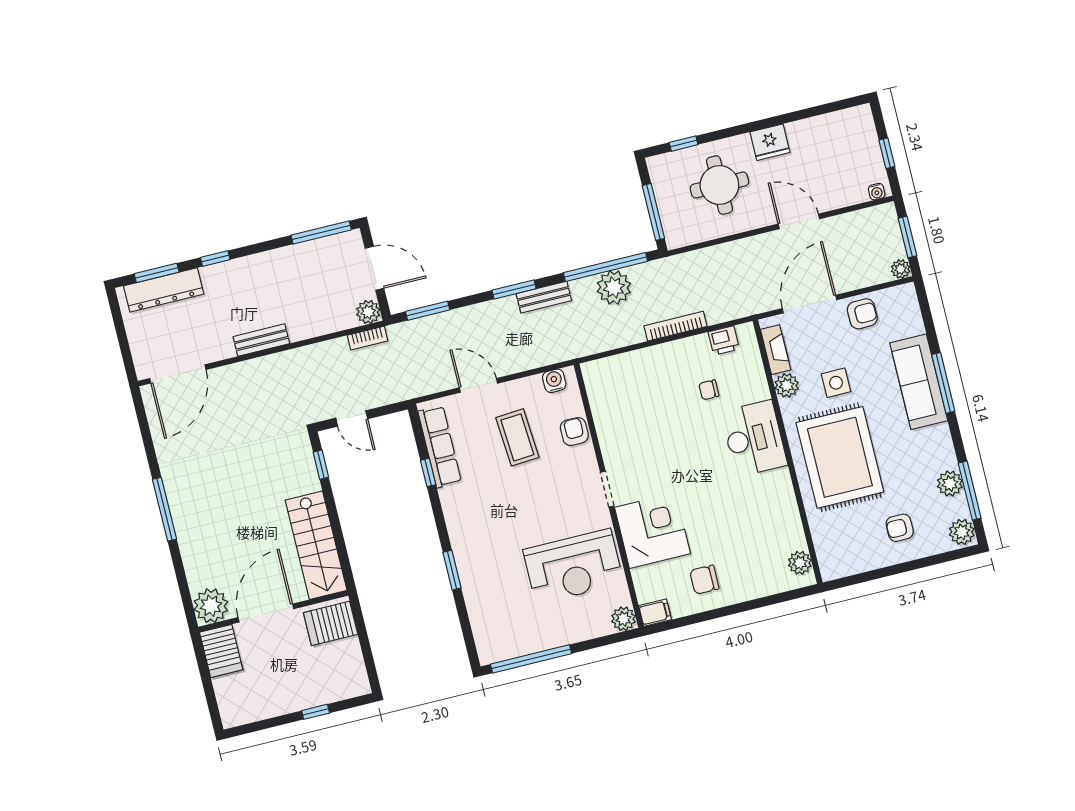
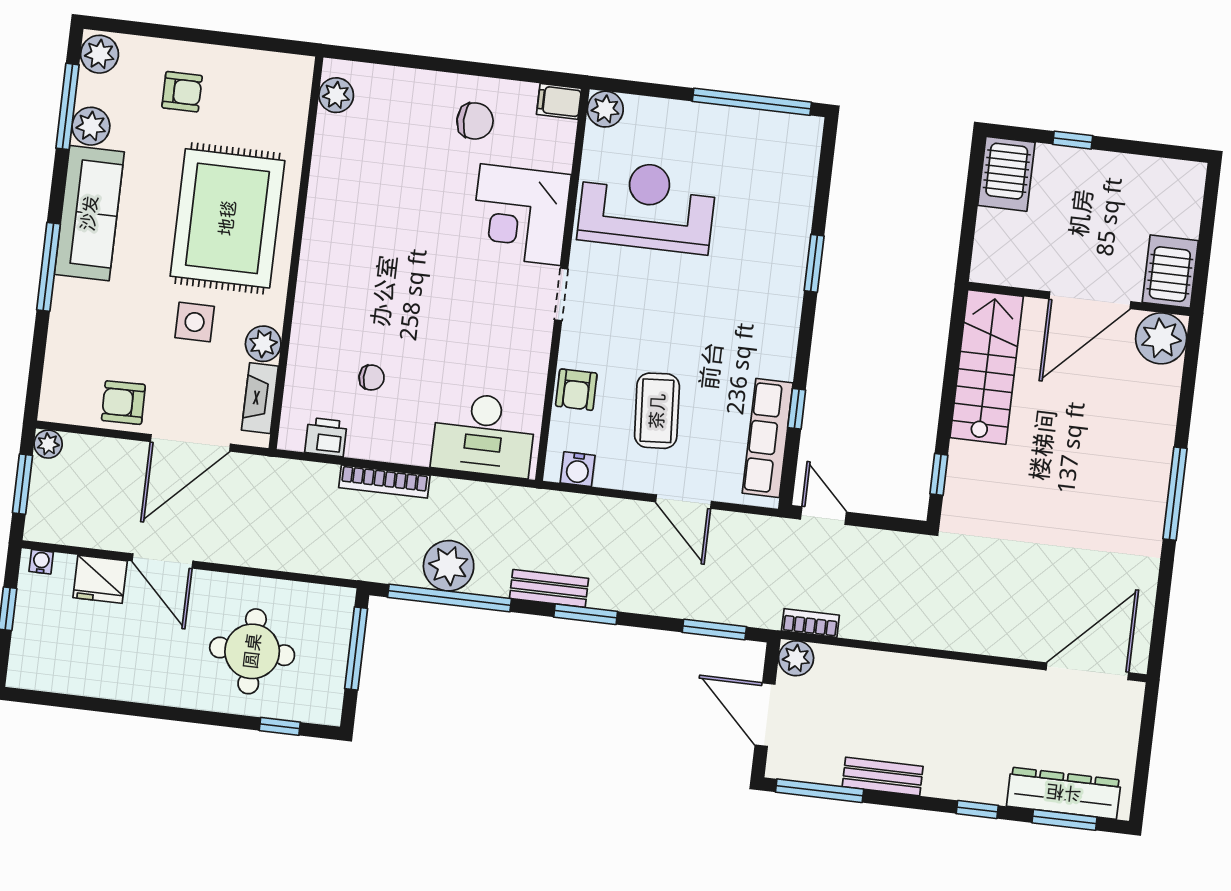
fridge: (770, 142) -> (100, 579), moved, turned 180
bench: (261, 340) -> (883, 776), moved
sofa: (919, 382) -> (89, 213), moved
door: (352, 418) -> (823, 516), moved
desk: (754, 438) -> (484, 435), moved, turned -90
server rack: (331, 623) -> (1006, 174), moved, turned 90

